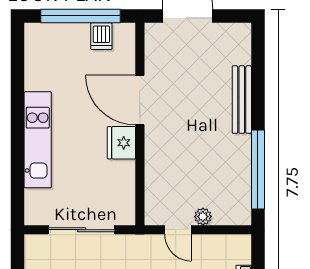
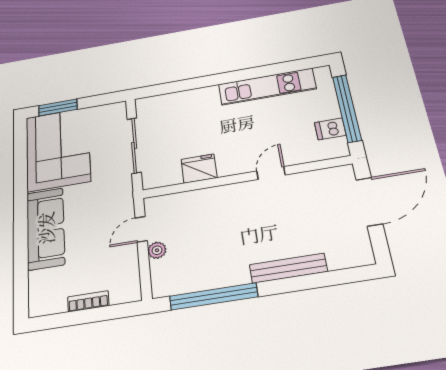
door: (140, 100) -> (271, 173), width x0.53
kitchen unit: (38, 140) -> (267, 87), moved
fridge: (121, 143) -> (199, 169), moved

